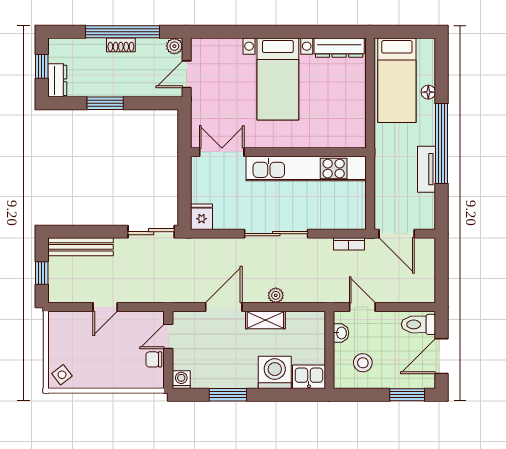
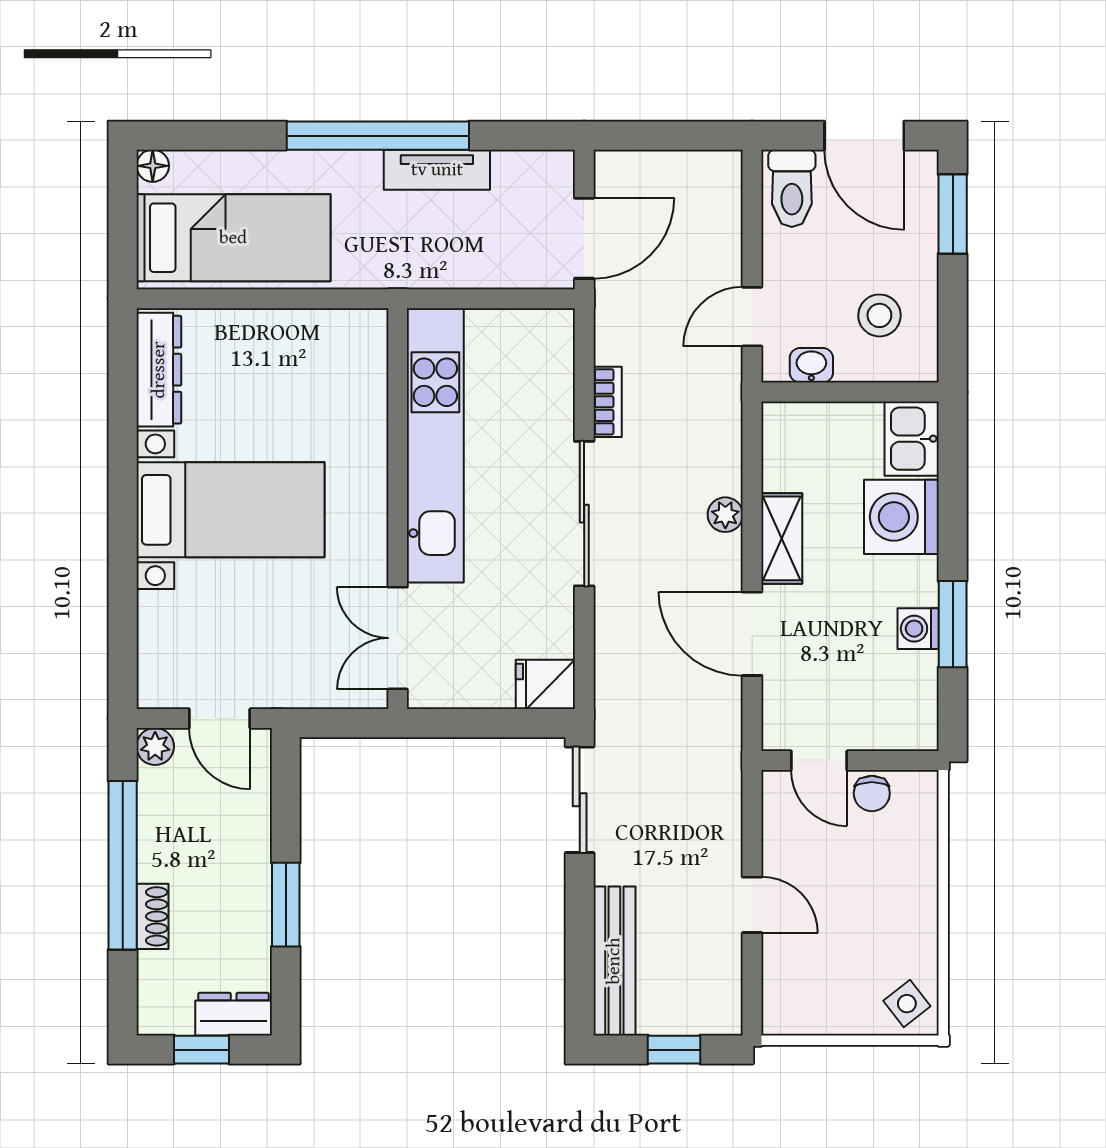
shoe rack: (121, 45) -> (152, 916), moved
floor lamp: (428, 92) -> (153, 166), moved
bookcase: (349, 244) -> (608, 402), moved
washing machine: (181, 380) -> (918, 629), moved

